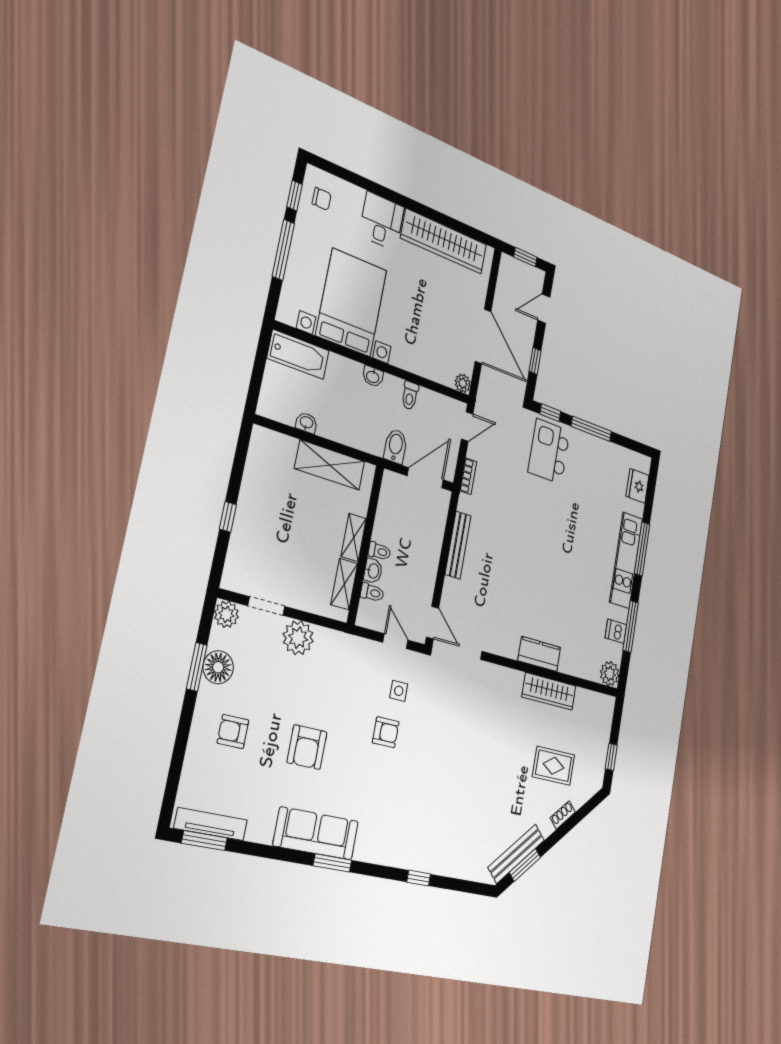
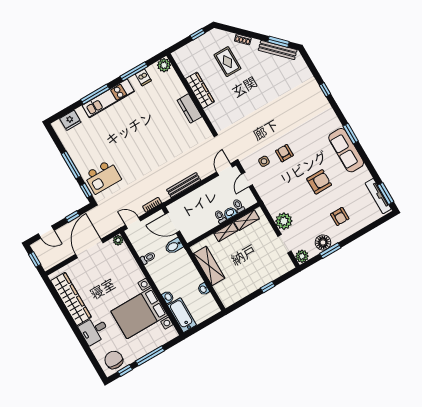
chair: (322, 199) -> (114, 360), width x1.87, depth x1.87
washbasin: (373, 376) -> (168, 297), moved

